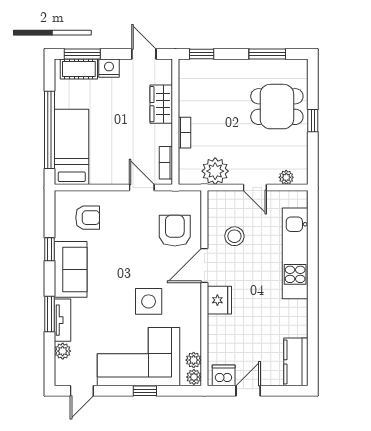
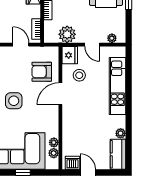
armchair: (175, 231) -> (42, 72), turned -90
fridge: (219, 300) -> (70, 55), moved
side table: (149, 301) -> (14, 101), moved
plant: (300, 328) -> (121, 133), added
plant: (194, 377) -> (54, 142), moved
door: (248, 391) -> (88, 172), hinge flipped

